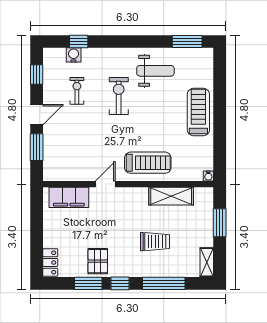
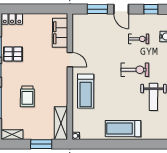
treadmill: (198, 112) -> (123, 129), turned 180
shelving: (171, 196) -> (61, 123), moved

